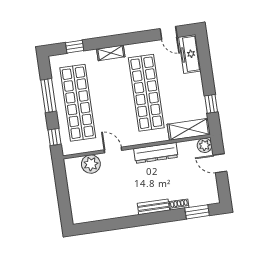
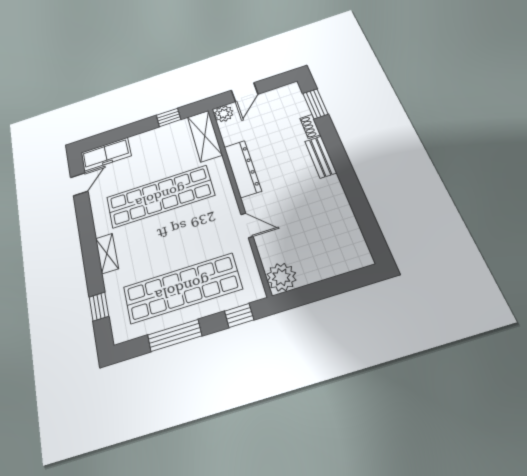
door: (113, 150) -> (247, 225), swing flipped
plant: (91, 164) -> (281, 277), moved

